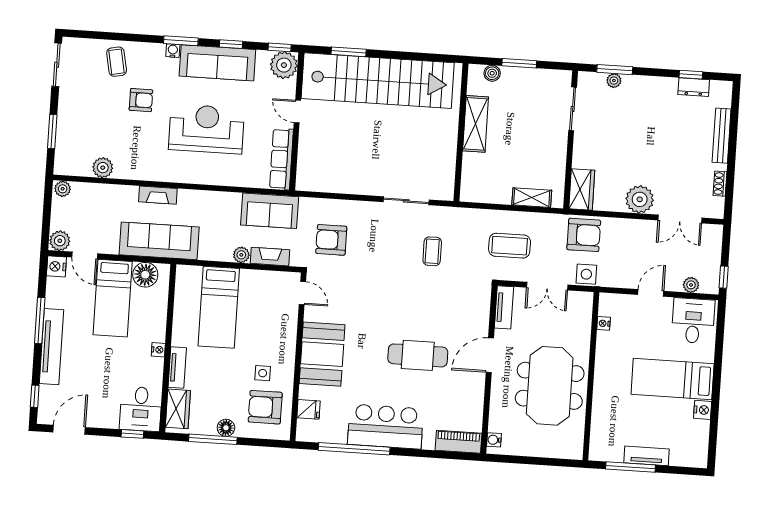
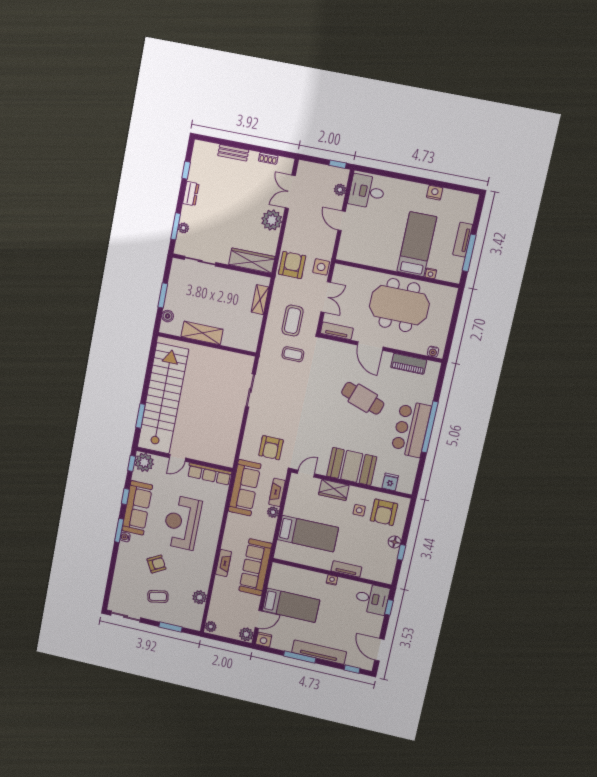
coffee table: (117, 62) -> (158, 596), moved
dresser: (694, 87) -> (191, 194), moved
armchair: (141, 100) -> (156, 564), turned 61
bench: (722, 136) -> (233, 153), width x0.73
wardrobe: (582, 189) -> (252, 261), width x1.50
sofa: (270, 211) -> (245, 488), width x1.36
double door: (680, 219) -> (290, 192), swing flipped
coffee table: (432, 251) -> (293, 354), moved
floor lamp: (145, 275) -> (278, 580), removed
nightstand: (604, 323) -> (431, 273), moved
cafe table: (418, 355) -> (363, 398), turned -71
bed: (673, 379) -> (417, 244), moved, turned 180
wardrobe: (178, 409) -> (334, 490), moved, turned 180
window: (213, 439) -> (401, 552), width x0.46
piano: (459, 442) -> (409, 364), moved, turned -90
window: (354, 449) -> (430, 427), moved

